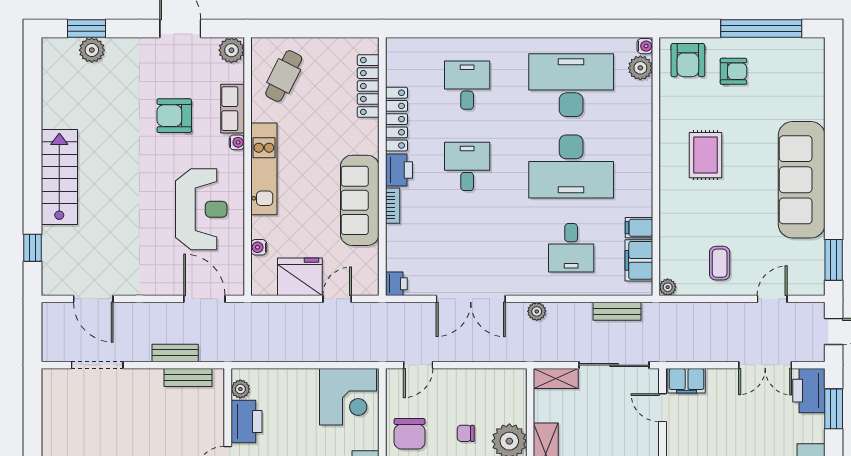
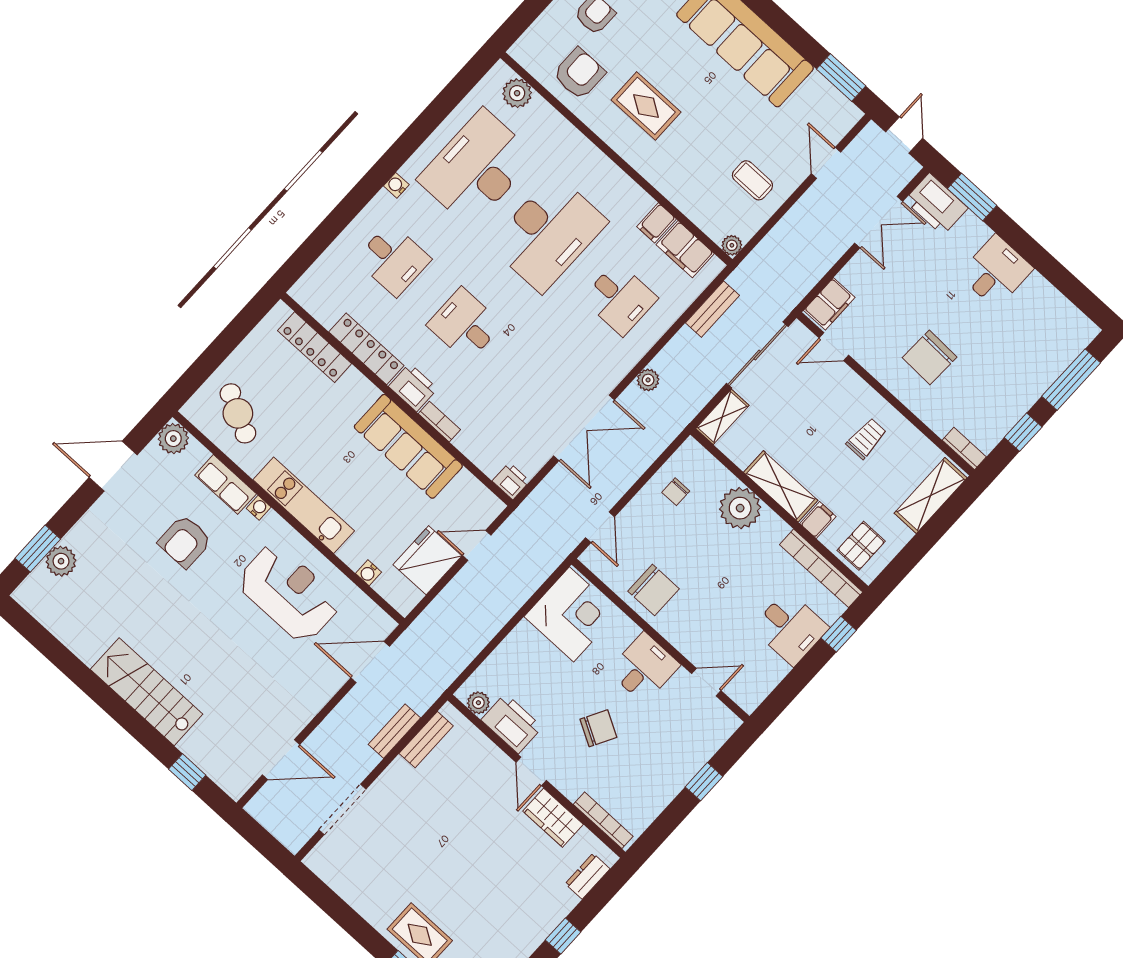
water cooler: (645, 46) -> (396, 185), moved, turned -90
armchair: (688, 60) -> (579, 74), moved, turned -90
desk: (467, 85) -> (393, 259), turned 180
door: (337, 299) -> (477, 545), hinge flipped
chair: (466, 433) -> (676, 492), moved

